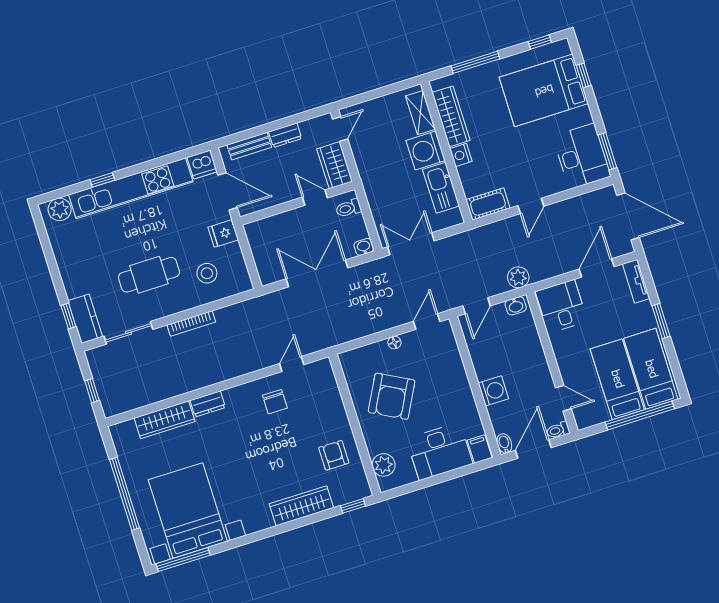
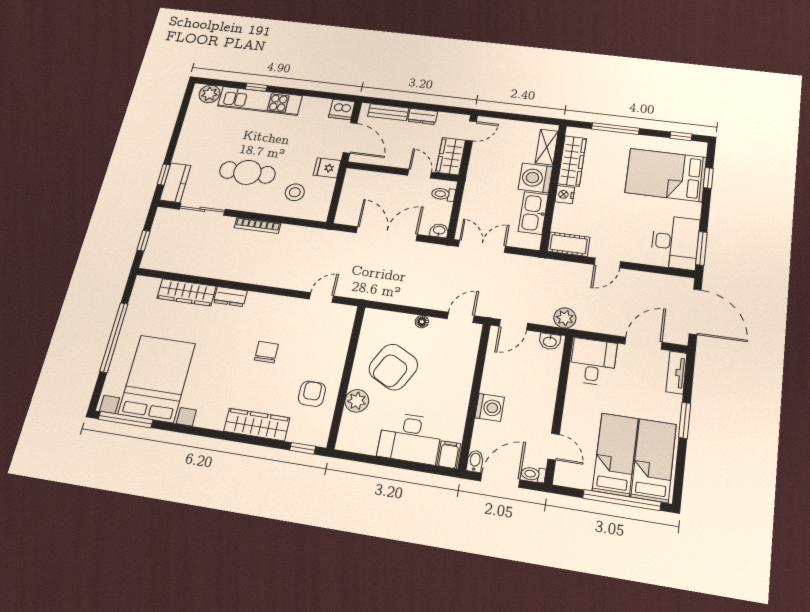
kitchen unit: (131, 188) -> (260, 101), width x0.73
chair: (275, 402) -> (266, 352), moved, turned 180
plant: (384, 465) -> (357, 401), moved

